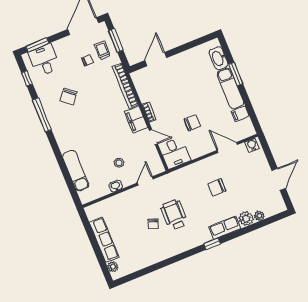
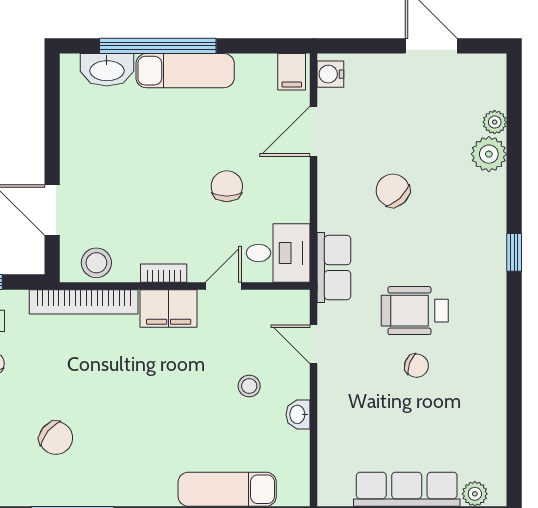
window: (236, 74) -> (158, 46), width x2.11
stool: (142, 84) -> (96, 263), added
filing cabinet: (240, 114) -> (292, 72), moved
chair: (217, 187) -> (393, 190), turned 137
row of seats: (225, 228) -> (334, 268), moved, turned 180

